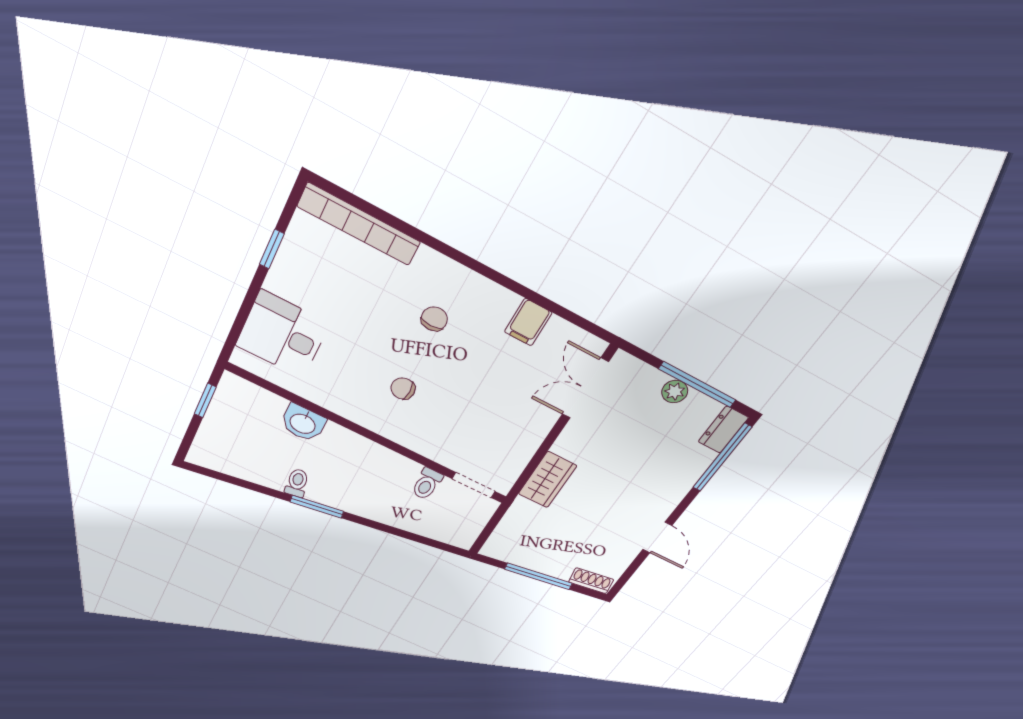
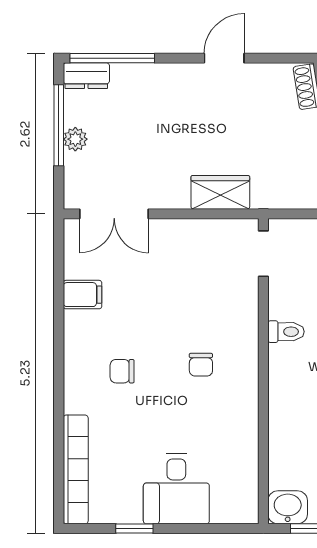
desk: (282, 334) -> (176, 489), moved
washbasin: (303, 423) -> (288, 507), moved, turned -90
toilet: (427, 484) -> (286, 332), moved

